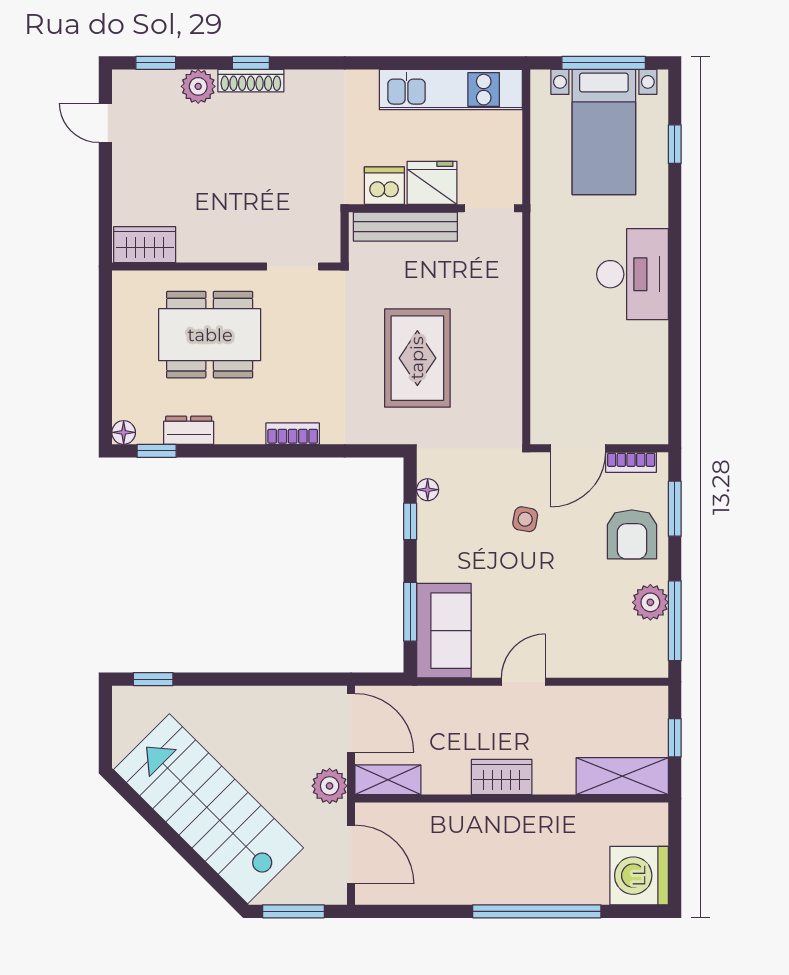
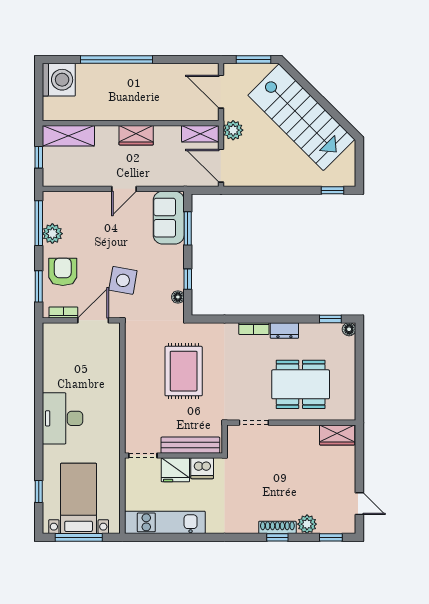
dresser: (189, 430) -> (284, 330), moved
side table: (525, 519) -> (123, 280), width x1.87, depth x1.87

